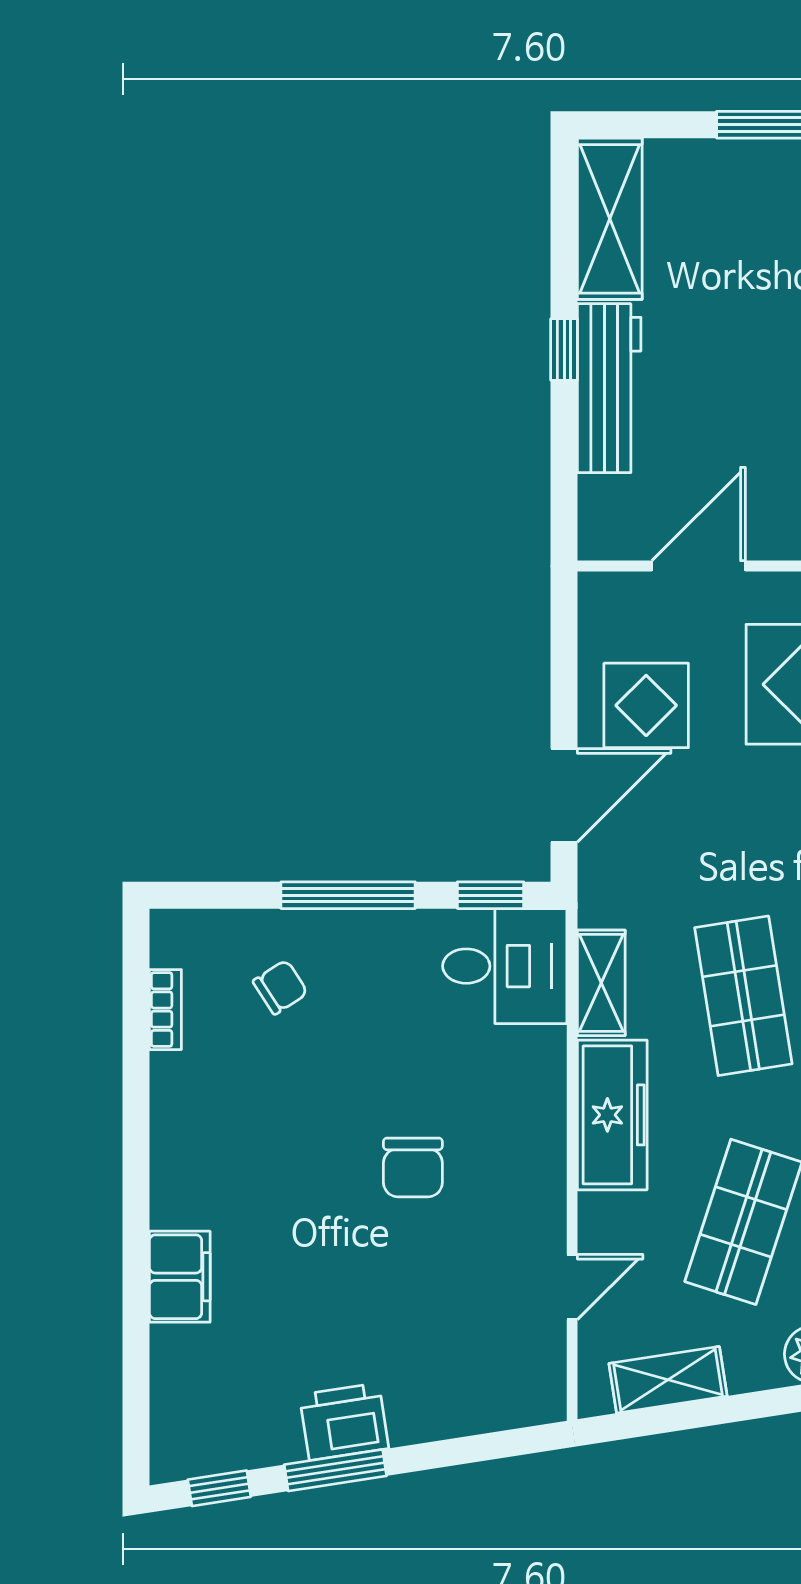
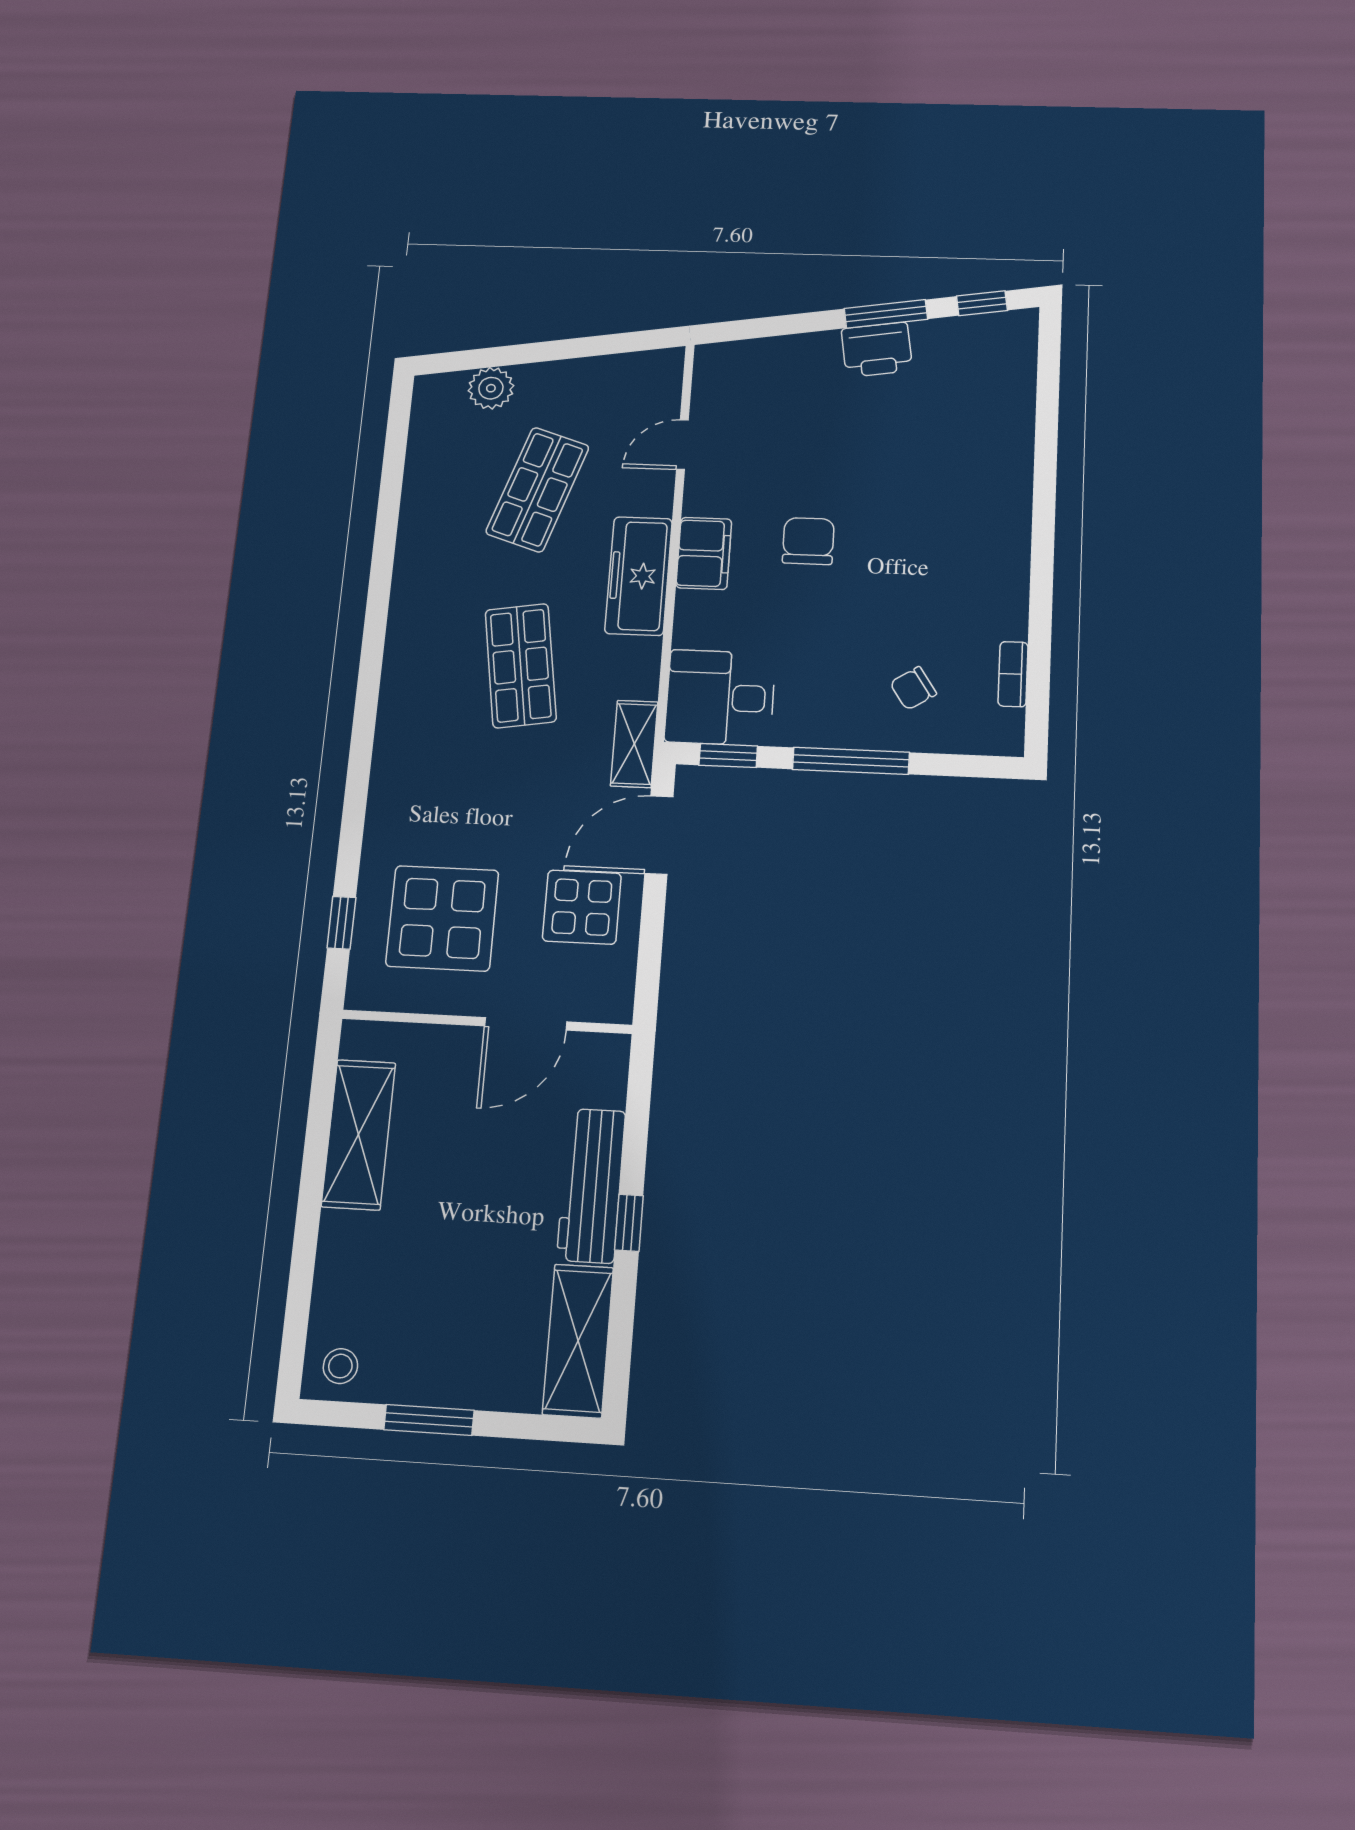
shelving: (601, 983) -> (634, 744), moved
filing cabinet: (180, 1277) -> (704, 553), moved, turned 180
shelving: (668, 1380) -> (610, 373), removed

